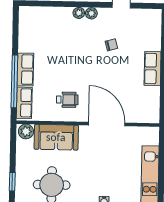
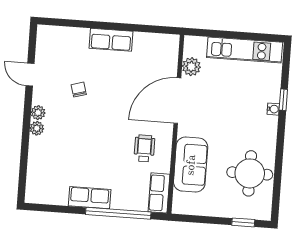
row of seats: (25, 70) -> (90, 198), moved
row of seats: (24, 103) -> (159, 193), moved, turned -90
plant: (26, 131) -> (191, 67), moved

